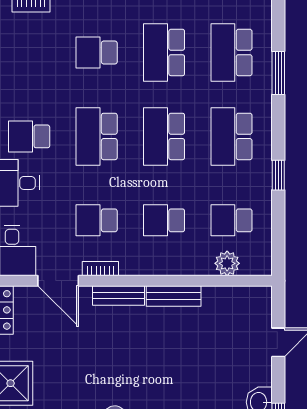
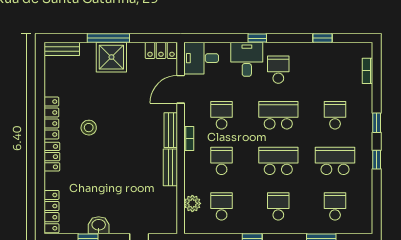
school desk: (231, 52) -> (335, 206), width x0.54
school desk: (231, 136) -> (278, 206), width x0.54
bookcase: (100, 269) -> (189, 139), moved

